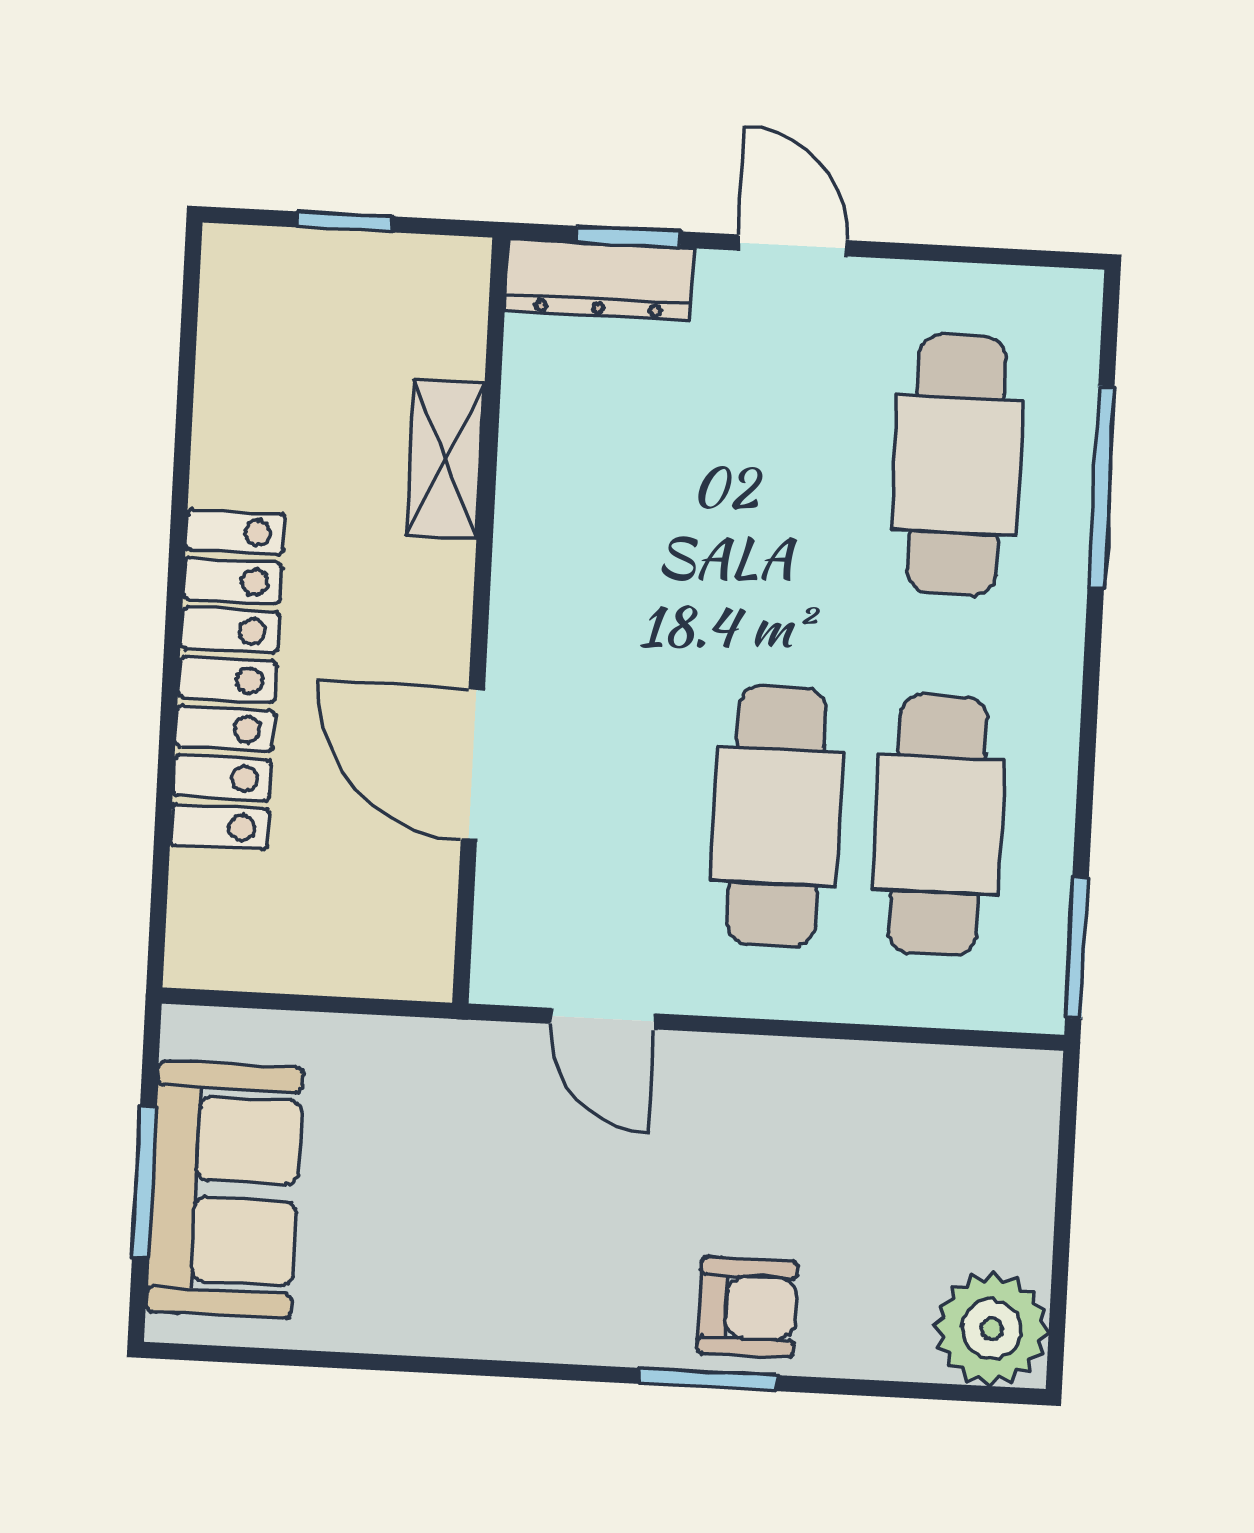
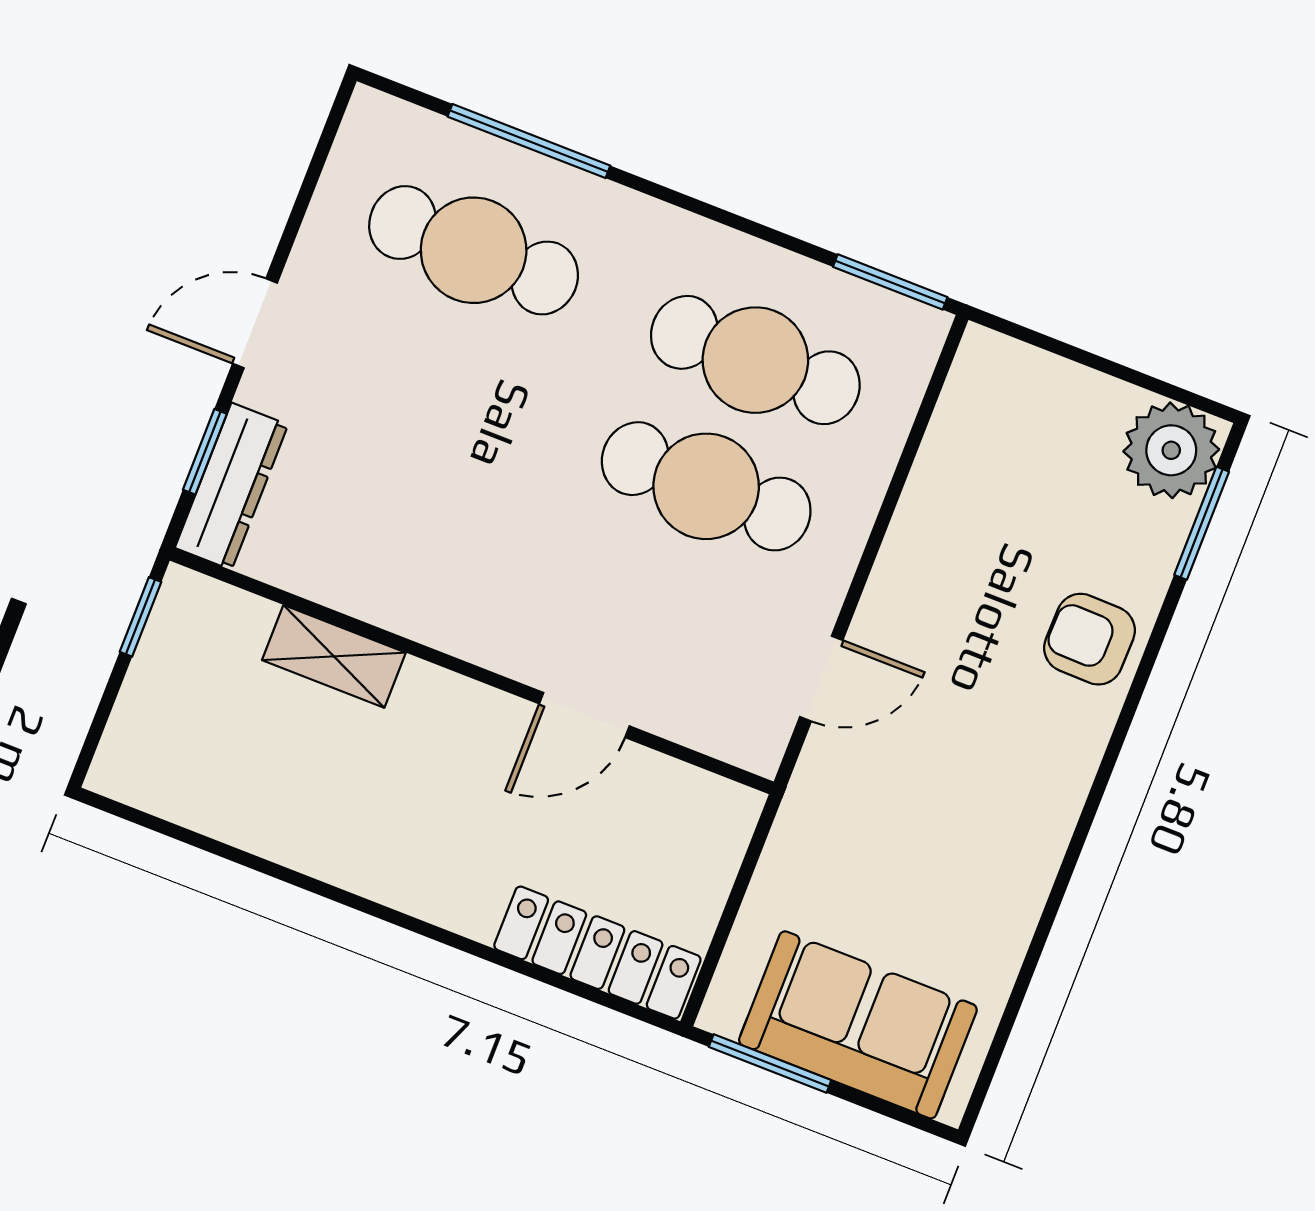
window: (345, 222) -> (140, 617), moved
locker: (227, 679) -> (597, 953), moved, width x0.71, depth x0.83
door: (473, 764) -> (584, 715), width x0.73
window: (144, 1181) -> (770, 1064), moved
armchair: (747, 1307) -> (1089, 639), turned -89
window: (708, 1379) -> (1202, 523), moved

